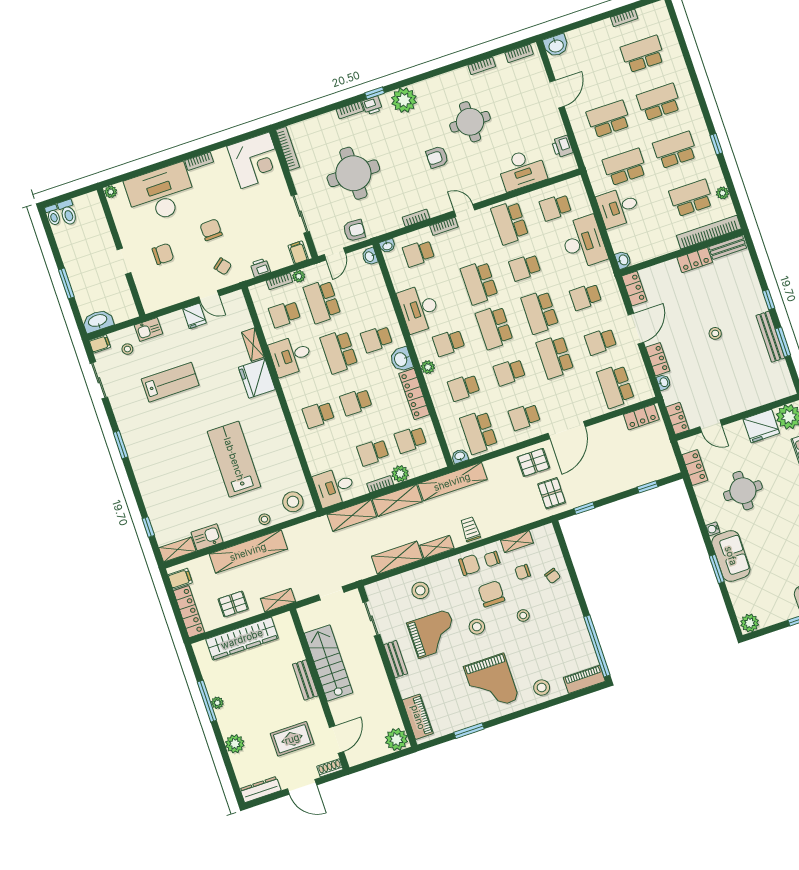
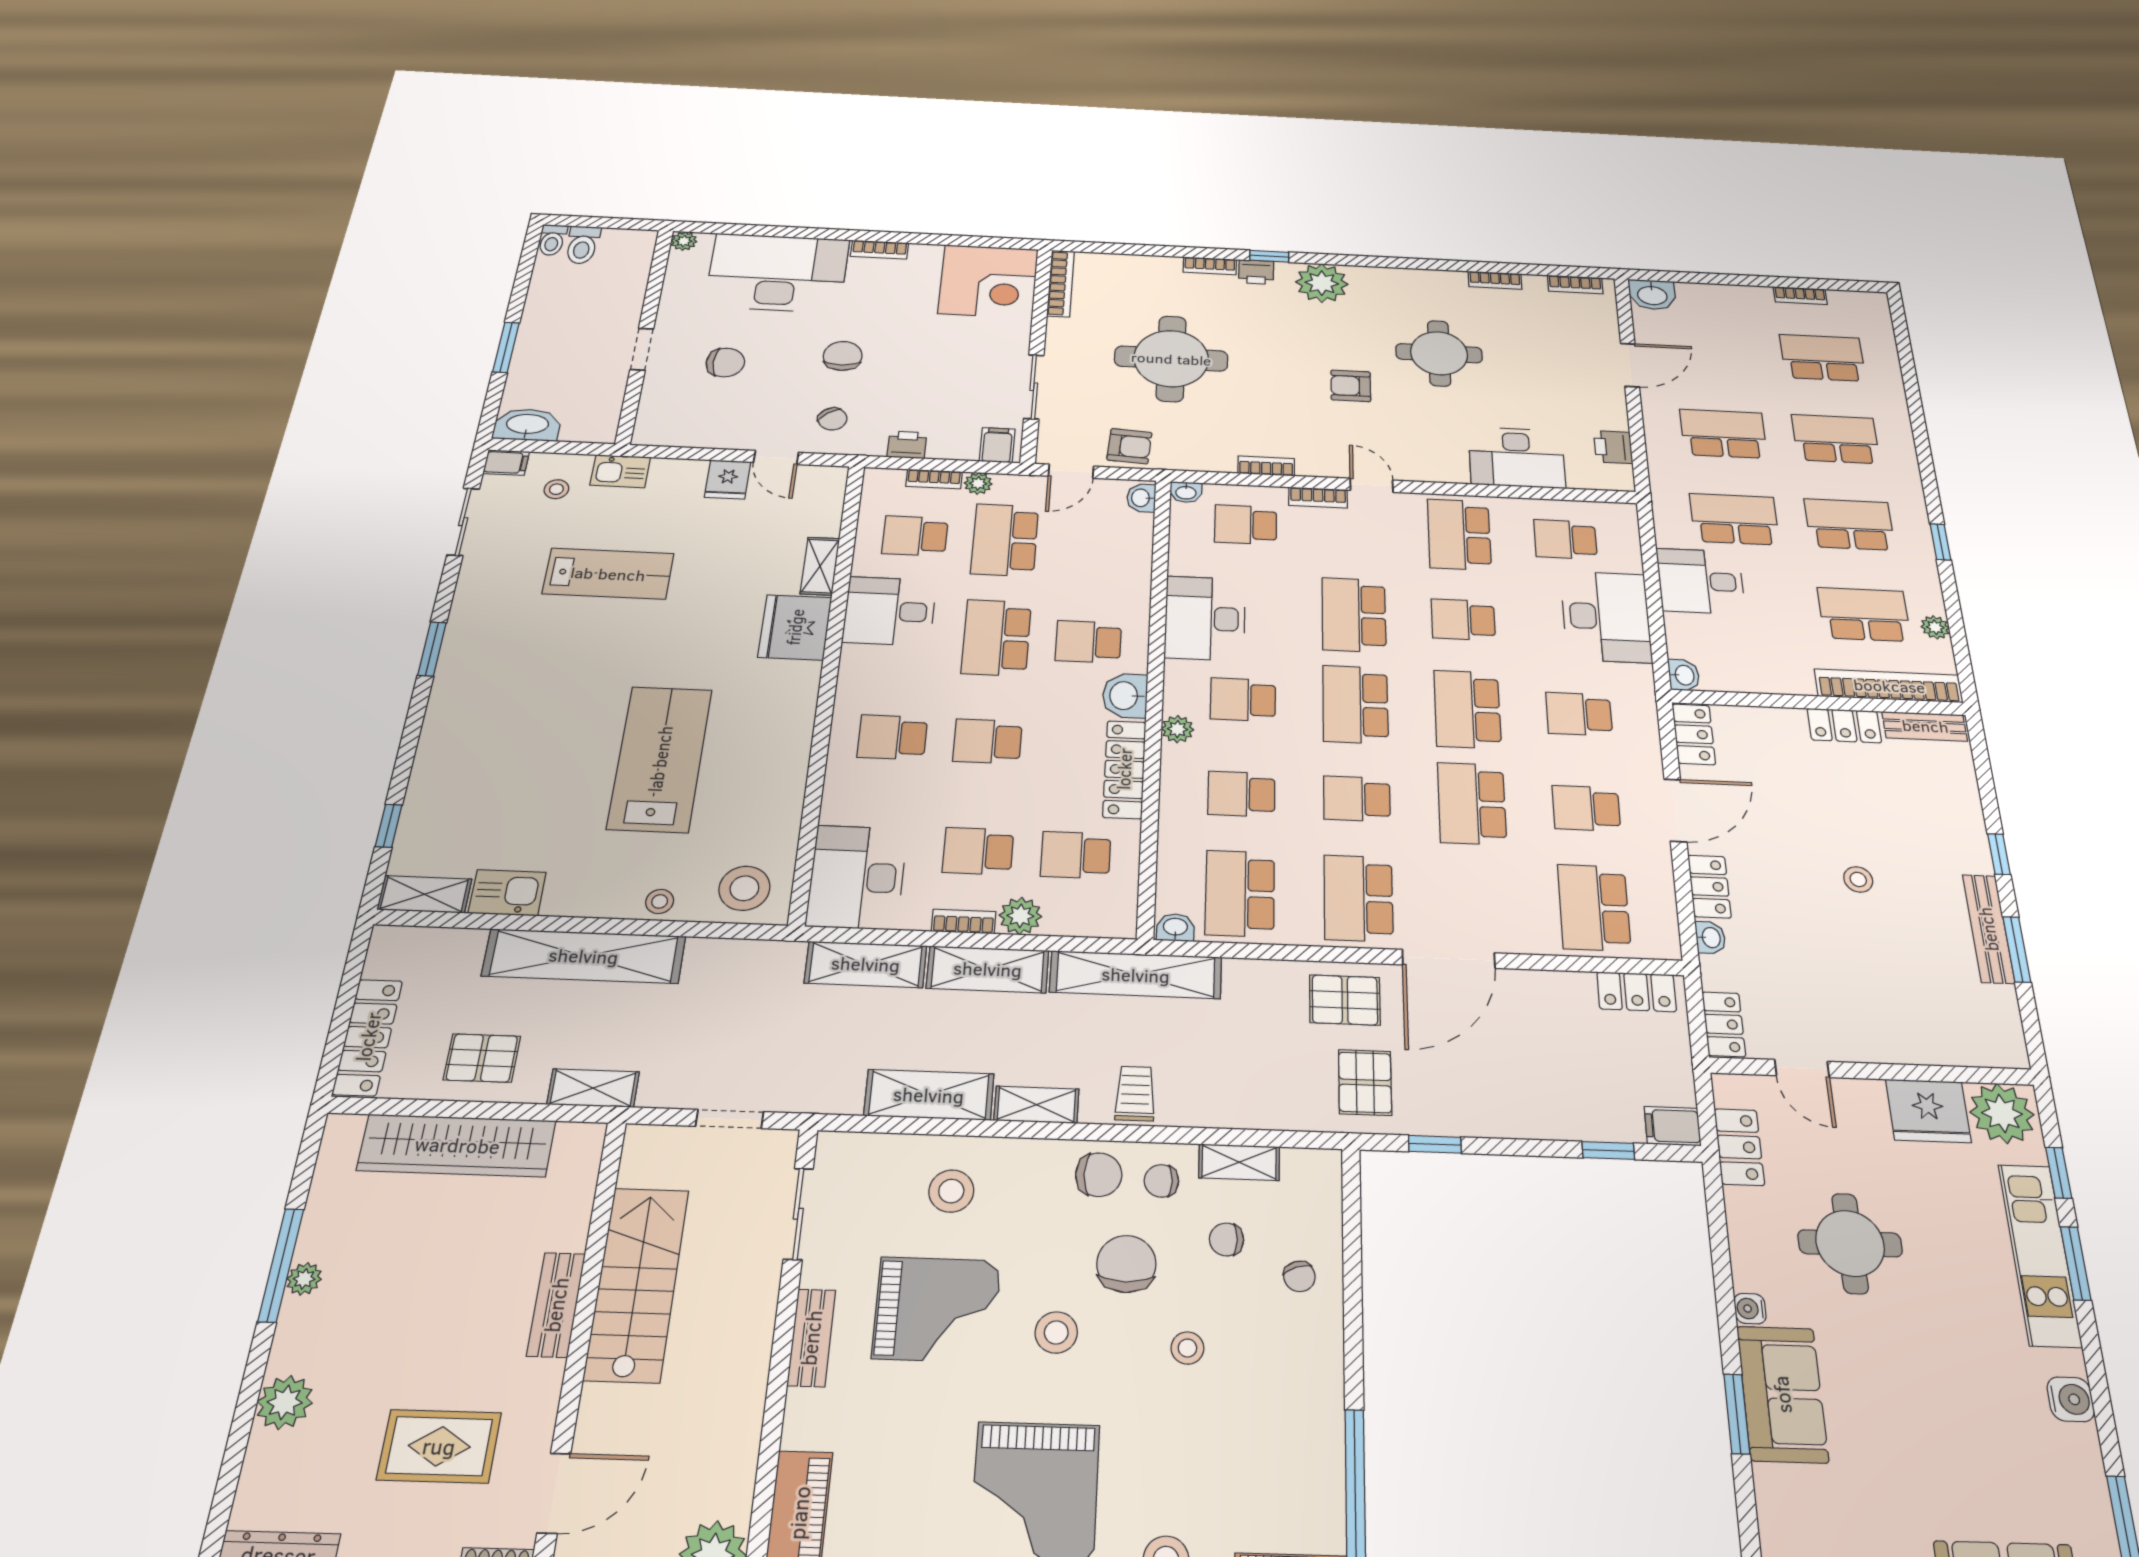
school desk: (524, 417) -> (1358, 898), width x1.85
desk: (334, 487) -> (857, 877), width x1.37
filing cabinet: (180, 579) -> (1673, 1126), moved, turned 180

